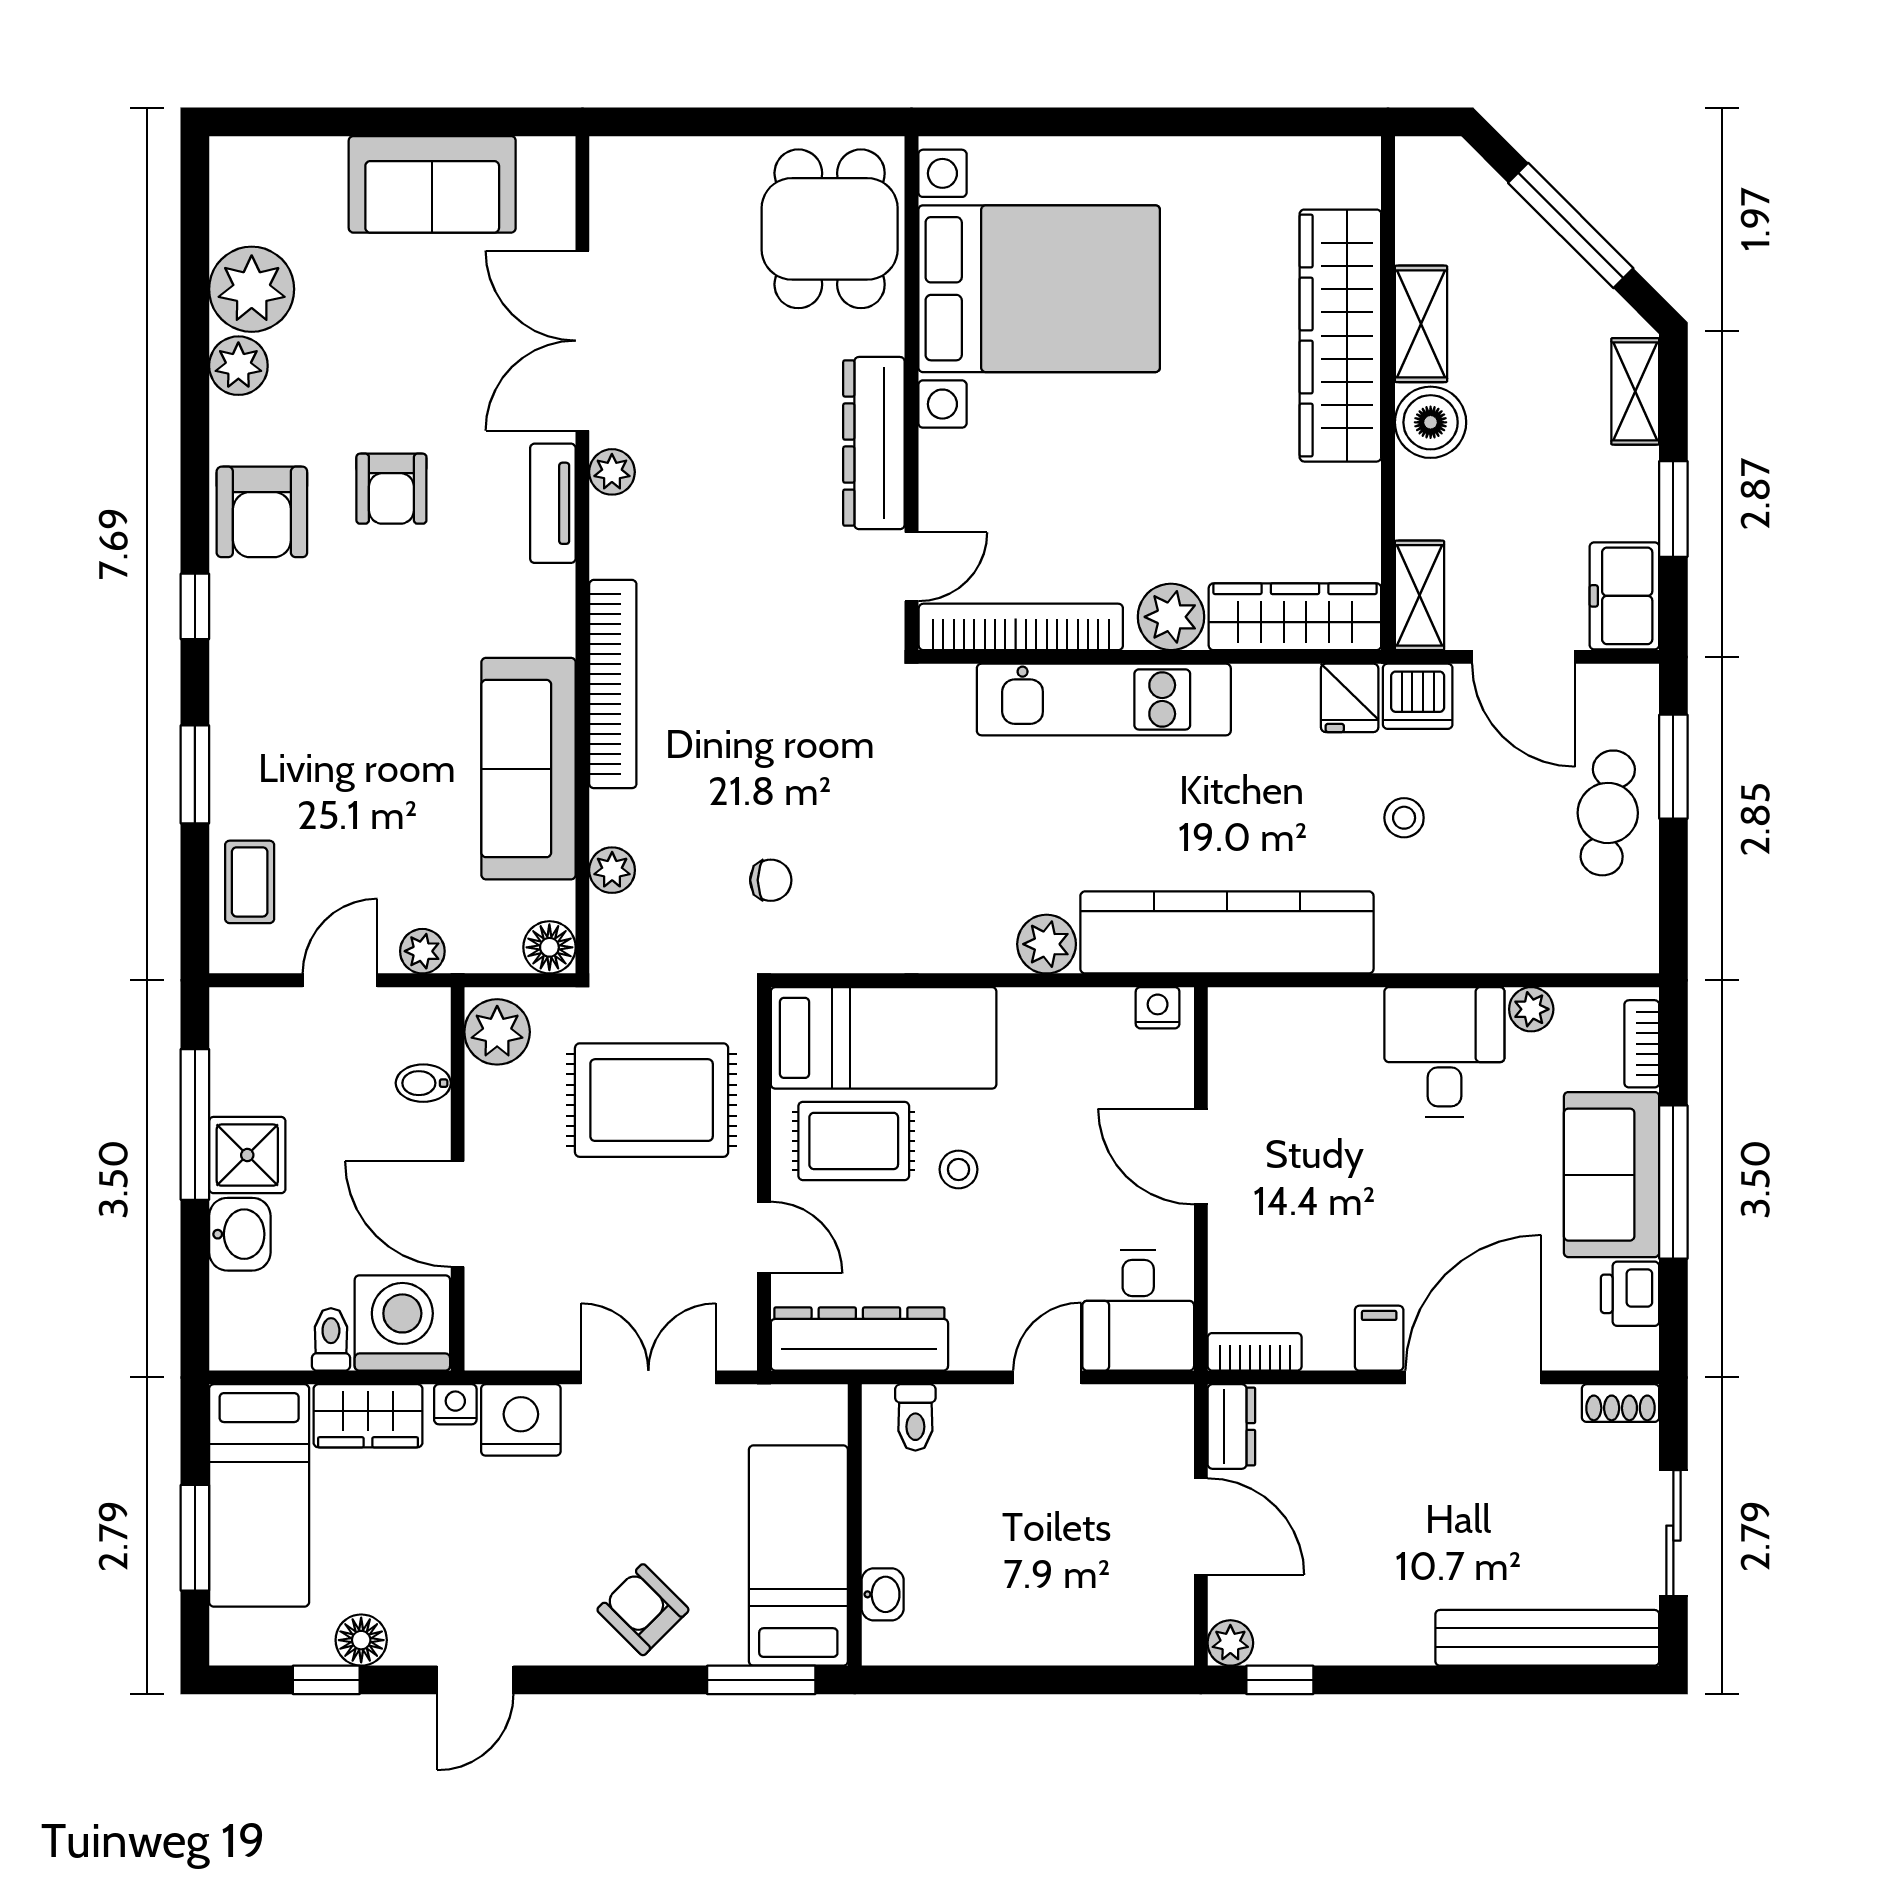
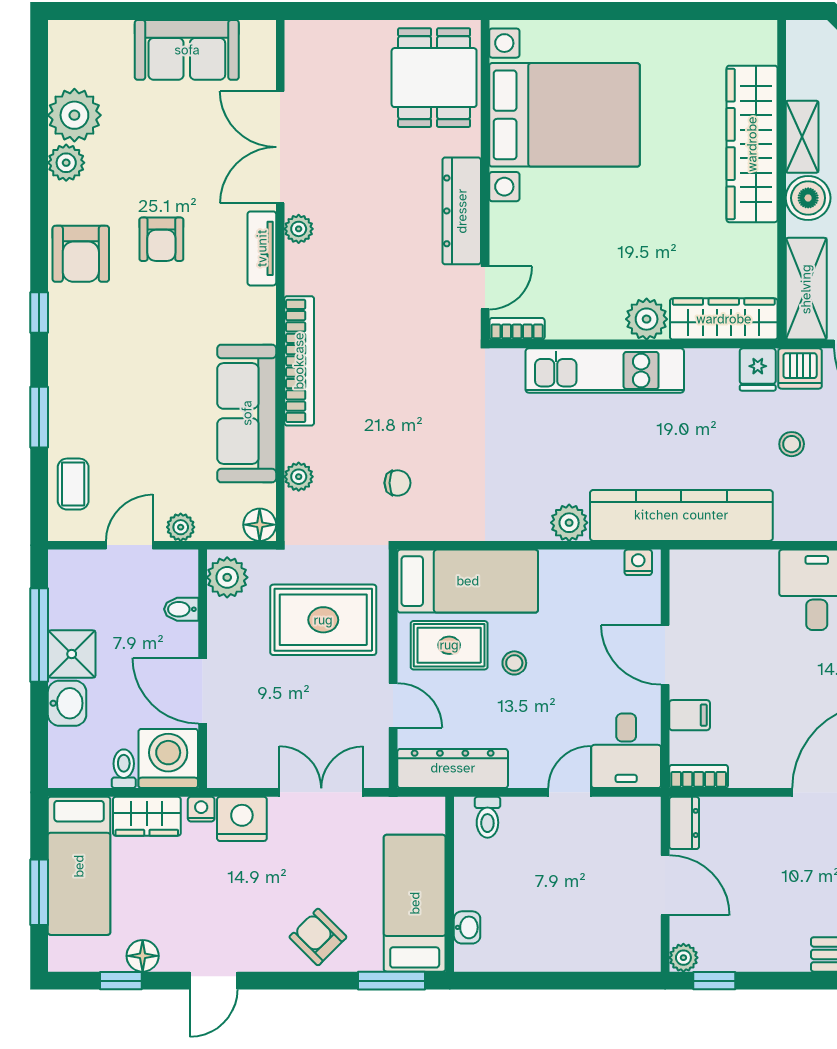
shelving: (1419, 595) -> (806, 289), width x1.50, depth x1.33
bookcase: (1021, 627) -> (517, 329), width x0.43, depth x0.76
filing cabinet: (1379, 1338) -> (690, 715), moved, turned 90

